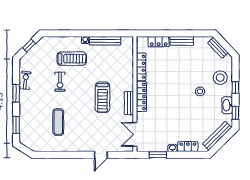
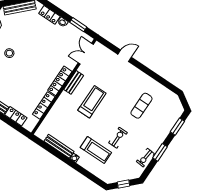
treadmill: (72, 59) -> (96, 150), turned 180
double door: (135, 134) -> (86, 54), swing flipped

